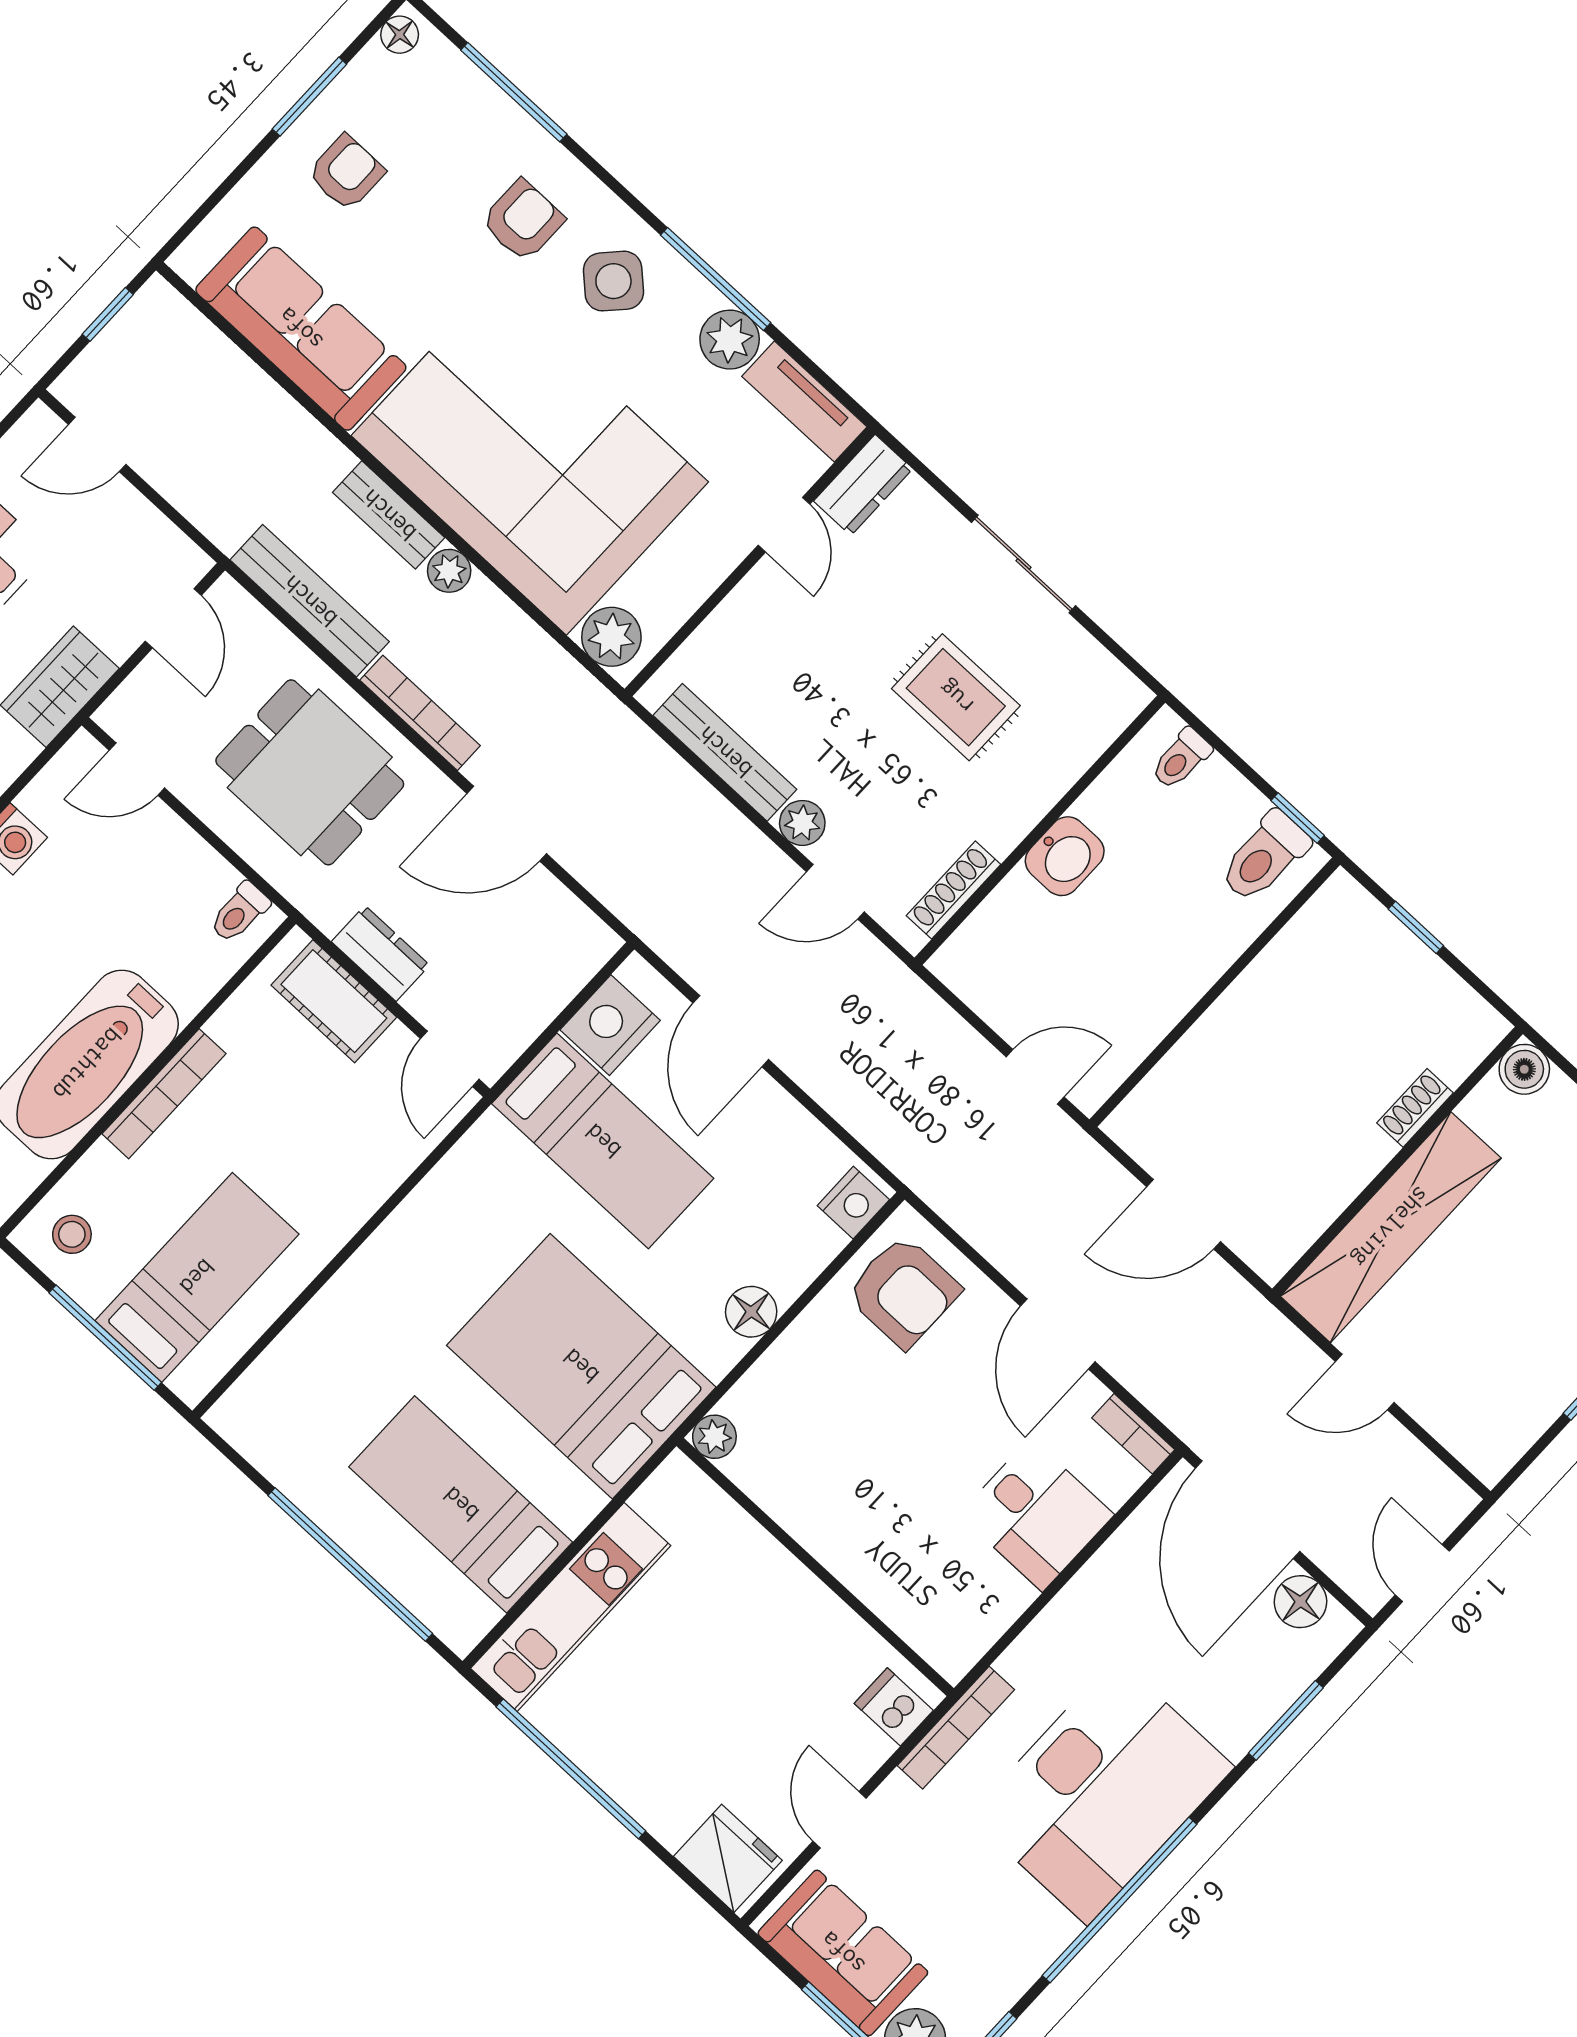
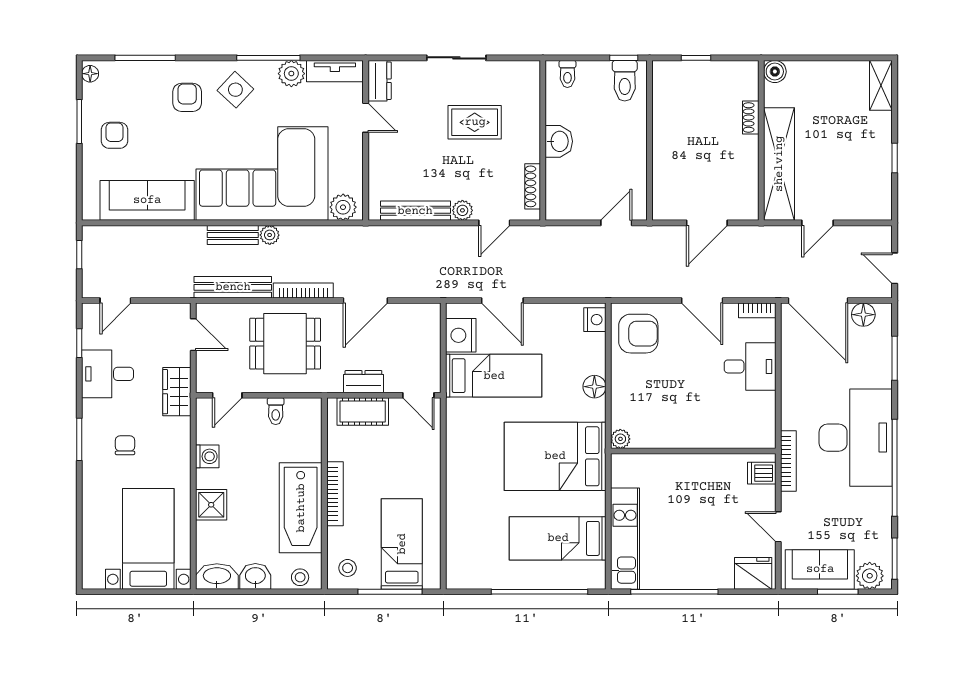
toilet: (239, 913) -> (276, 411), moved

